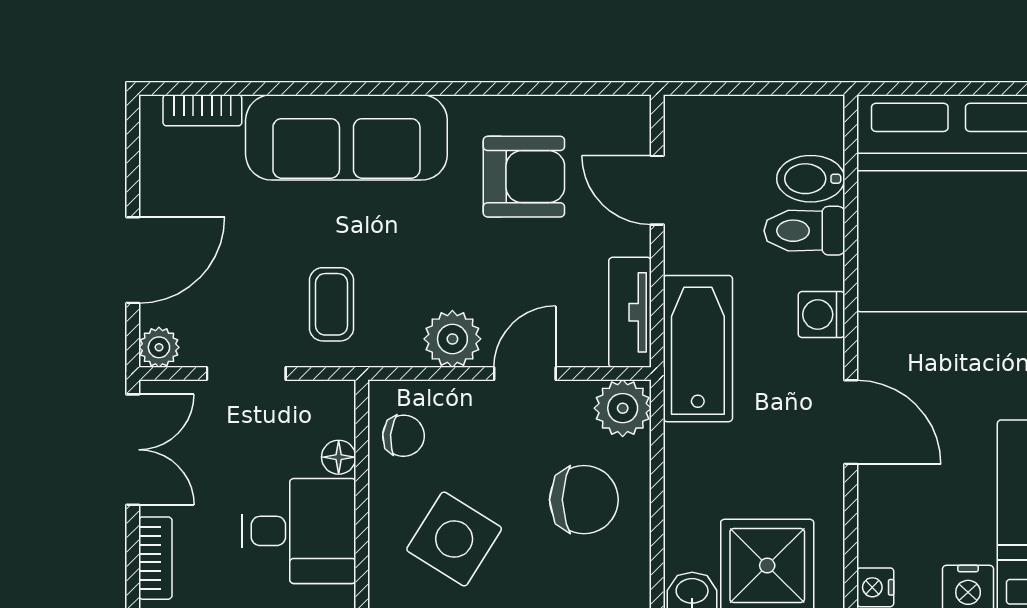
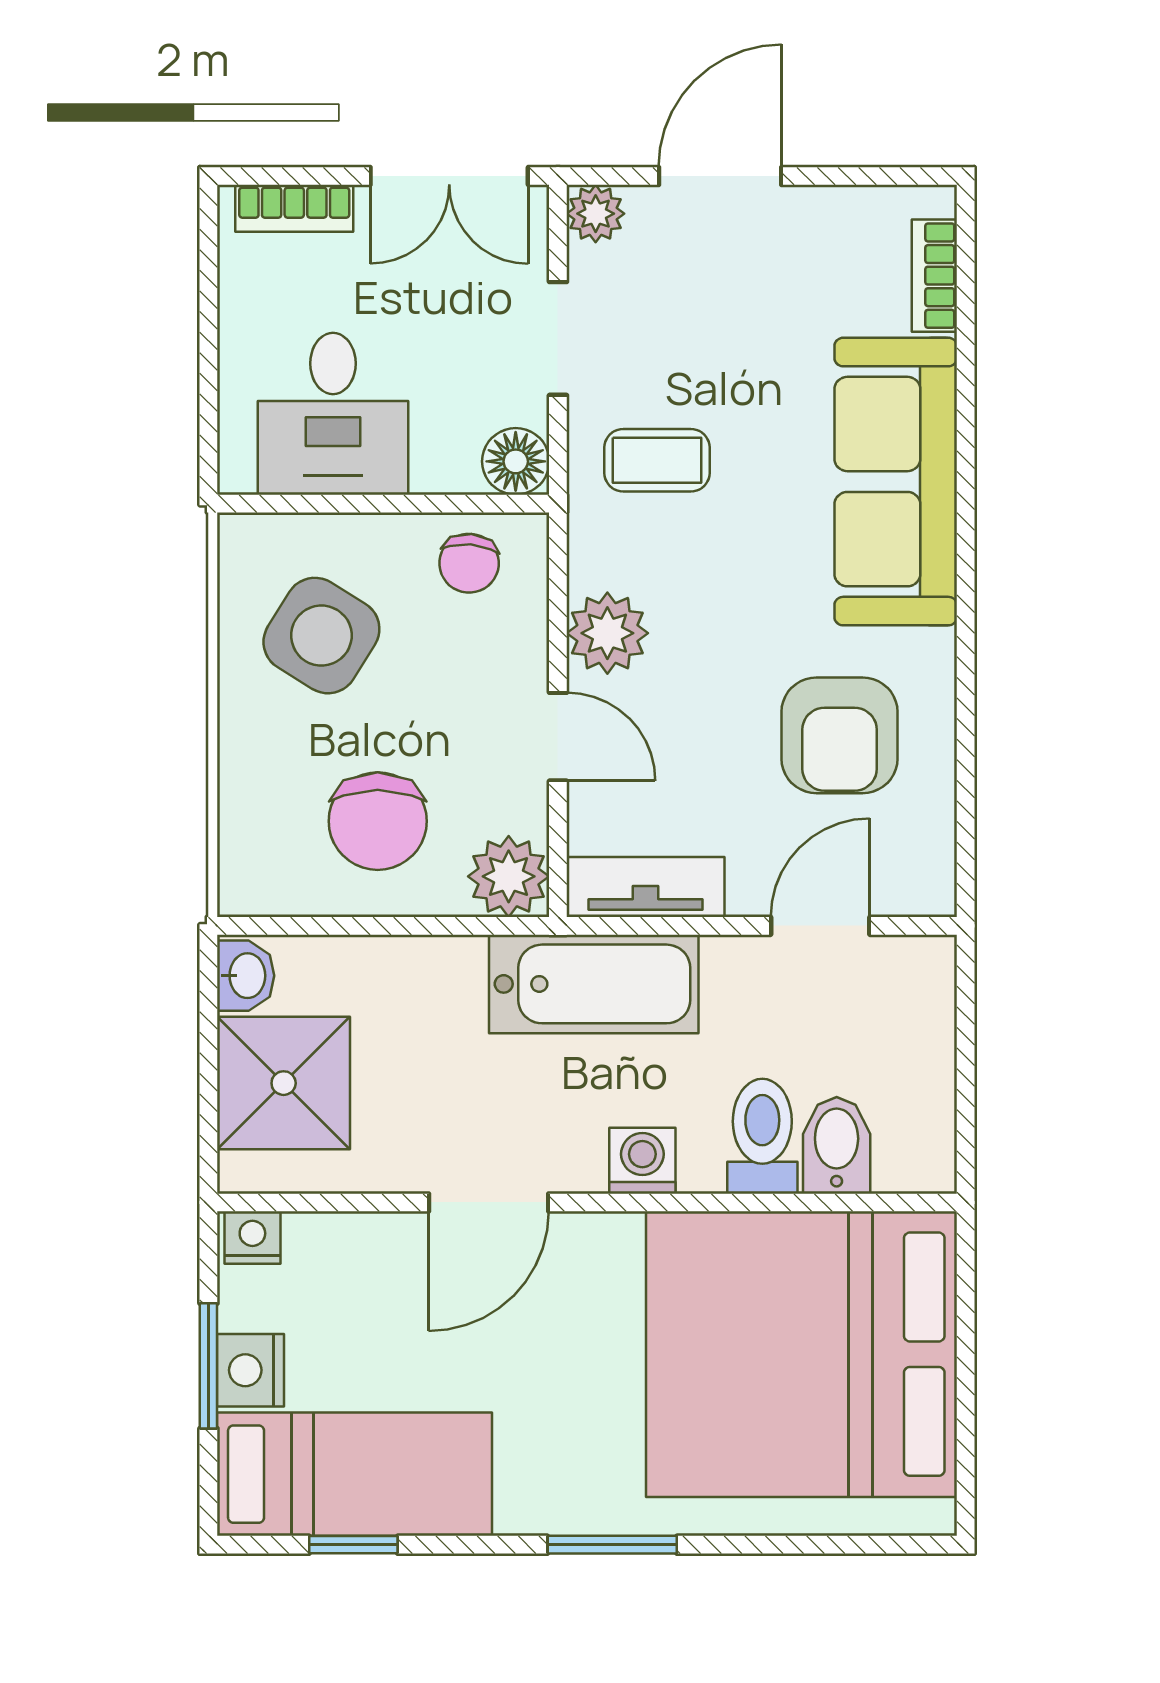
door: (133, 260) -> (720, 176), swing flipped
floor lamp: (339, 457) -> (516, 461), moved, width x1.37, depth x1.37

